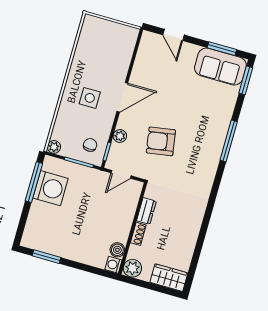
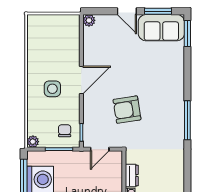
door: (174, 35) -> (127, 11), moved
plant: (120, 136) -> (89, 20), moved
window: (229, 141) -> (187, 120), moved

